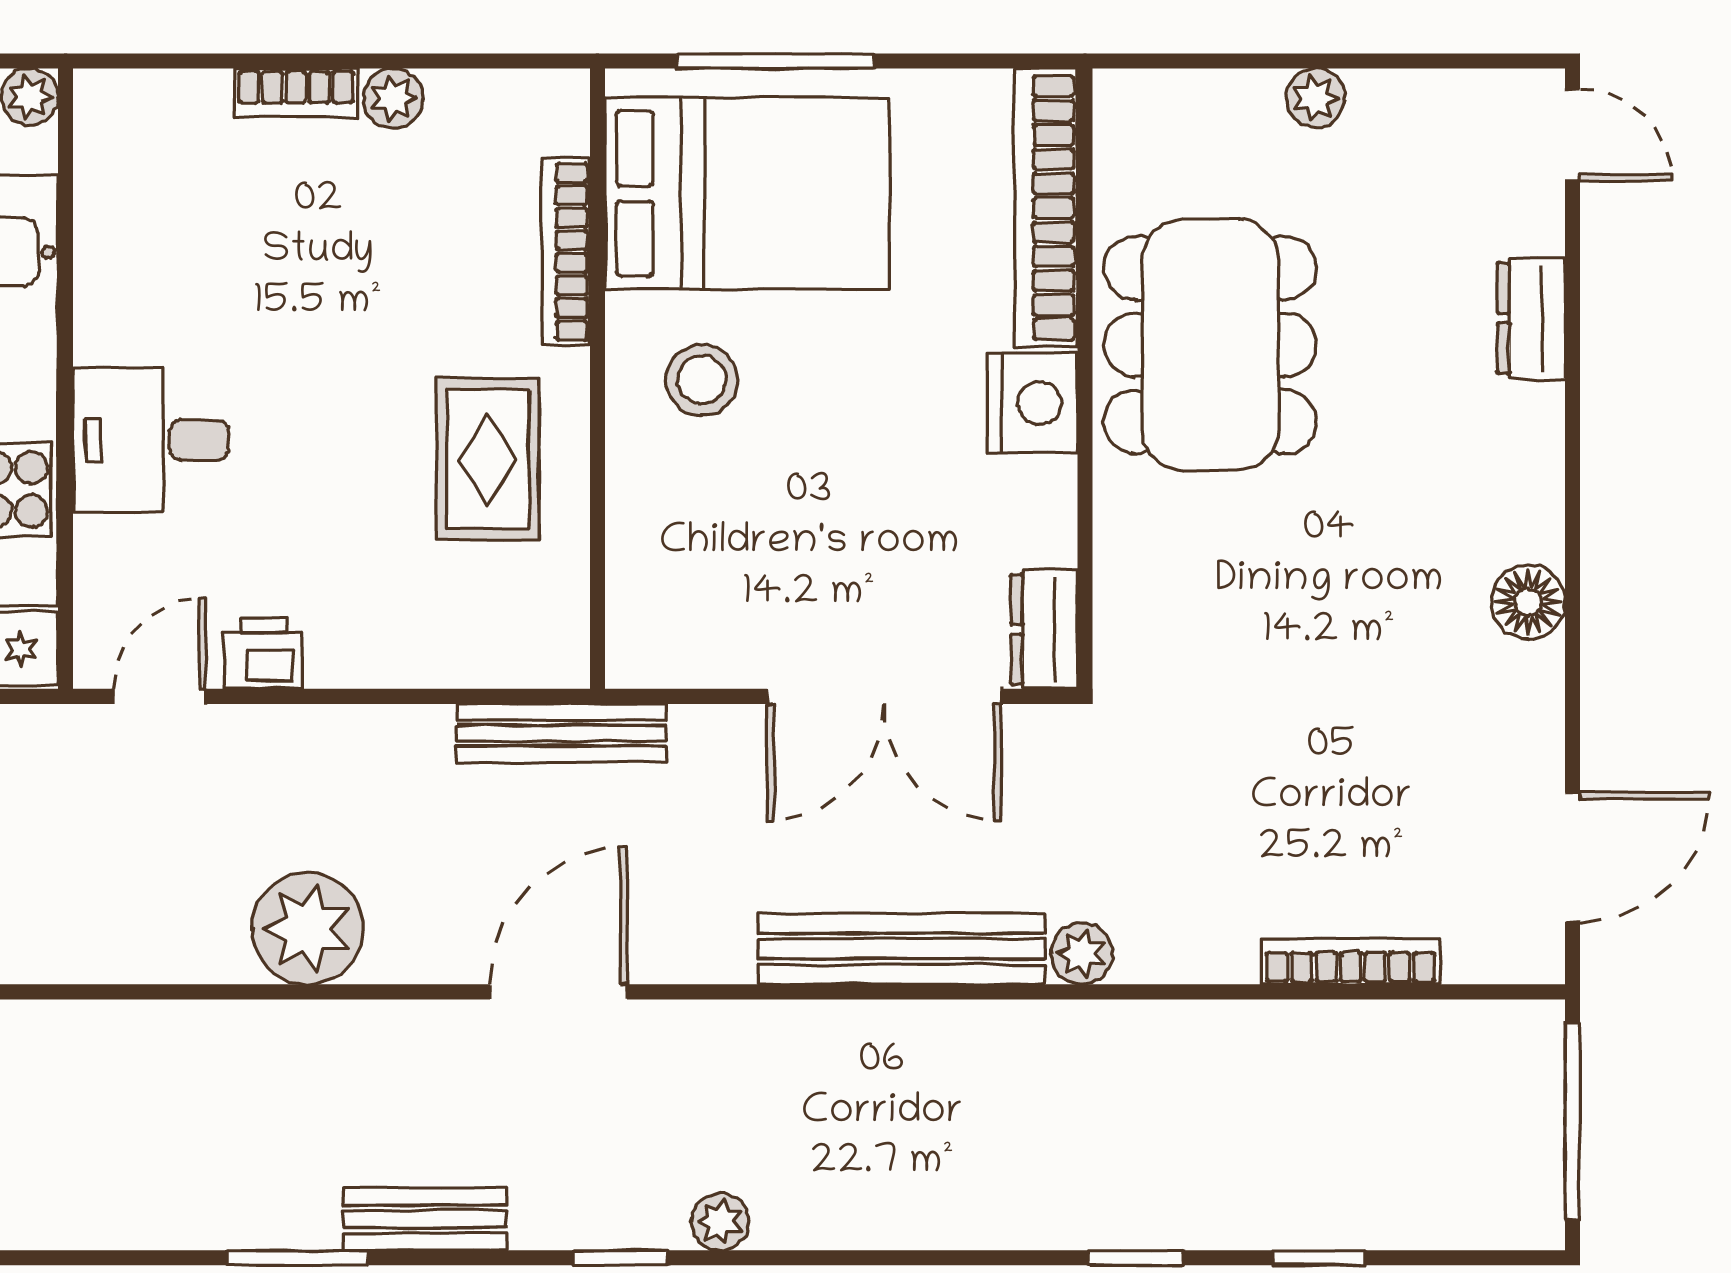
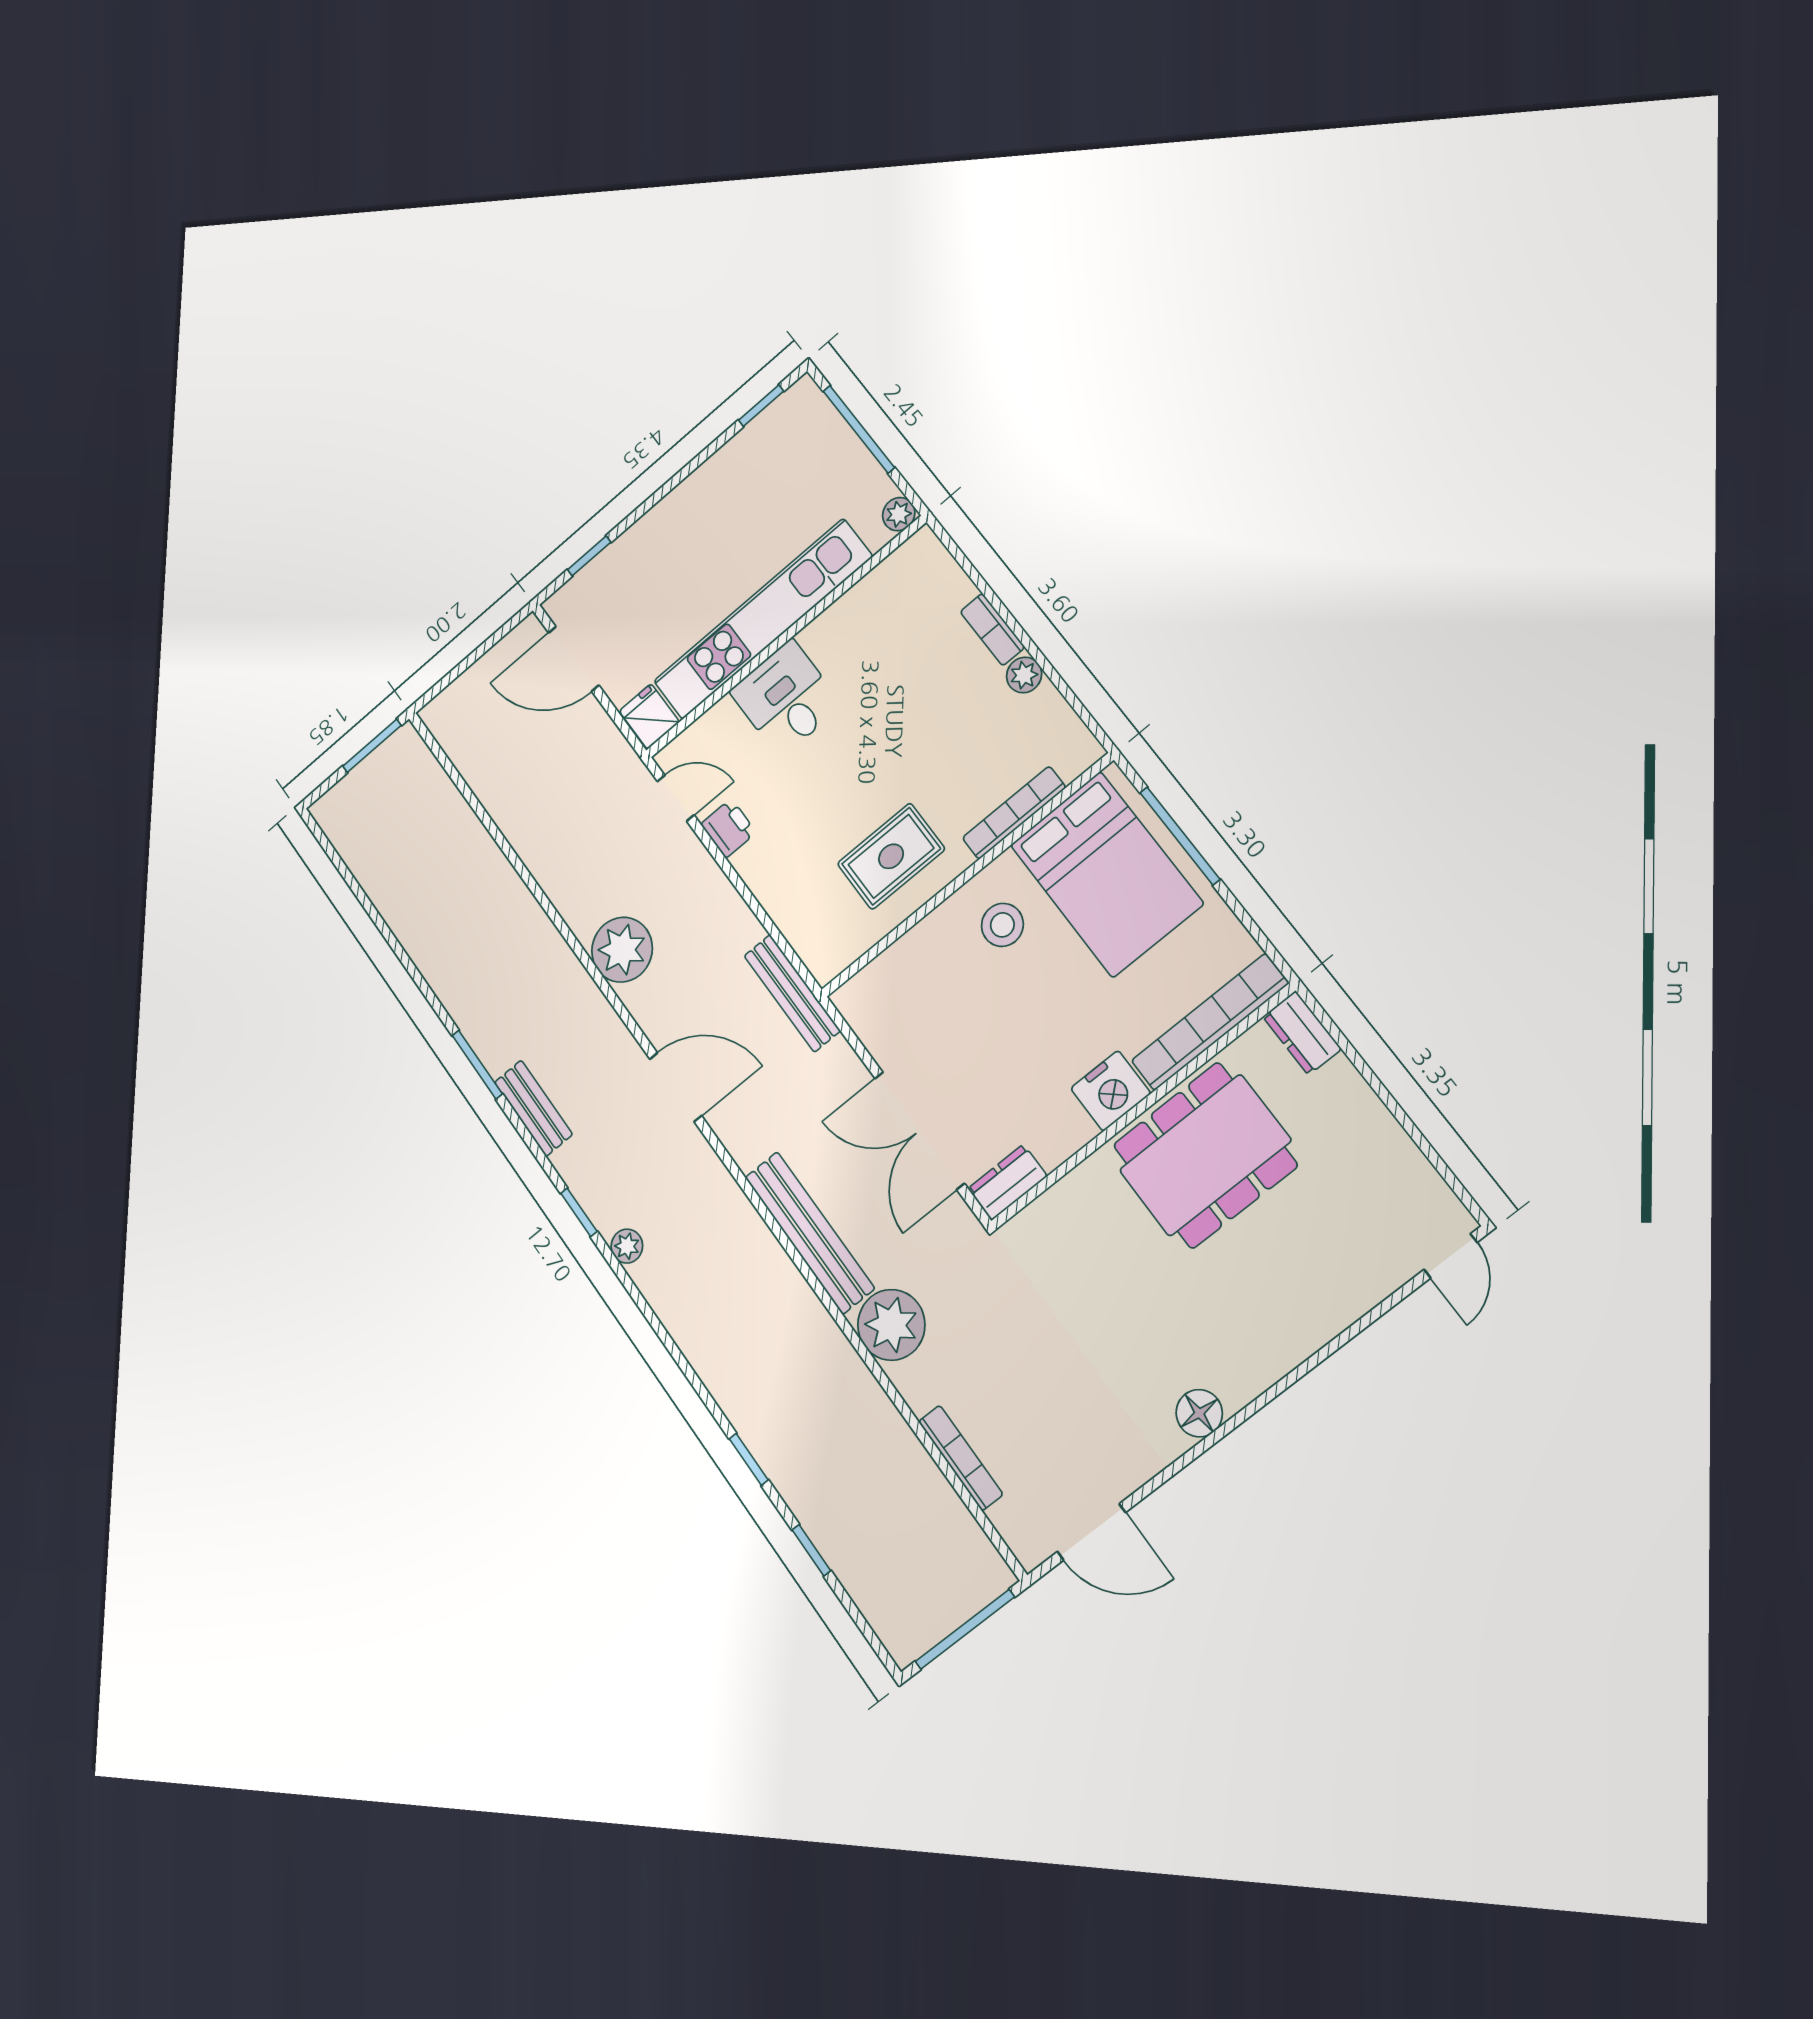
plant: (1315, 98) -> (1367, 1111), removed
dresser: (1531, 318) -> (1302, 1033), moved, turned -90
plant: (1082, 954) -> (891, 1325), width x1.87, depth x1.87

